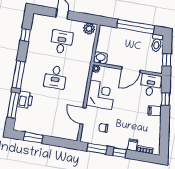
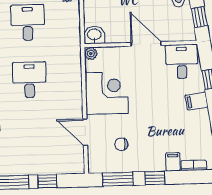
door: (131, 70) -> (146, 44), swing flipped
desk: (55, 77) -> (29, 80), turned 180
window: (54, 141) -> (47, 181), added

